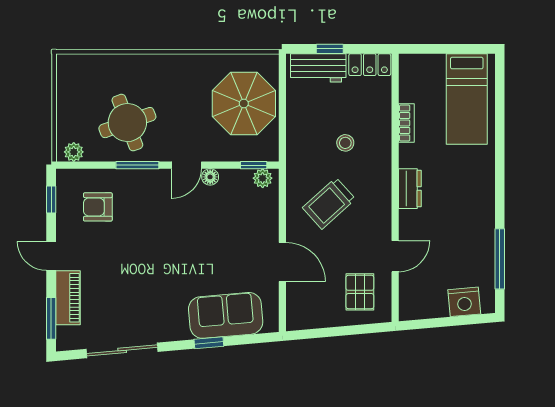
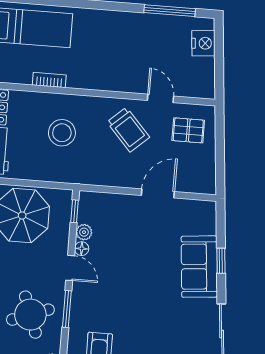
stool: (345, 143) -> (62, 133), width x1.89, depth x1.89
plant: (263, 178) -> (84, 232), moved
dresser: (410, 189) -> (105, 81), removed
trolley: (329, 203) -> (128, 130), moved
sofa: (226, 315) -> (199, 267), moved

